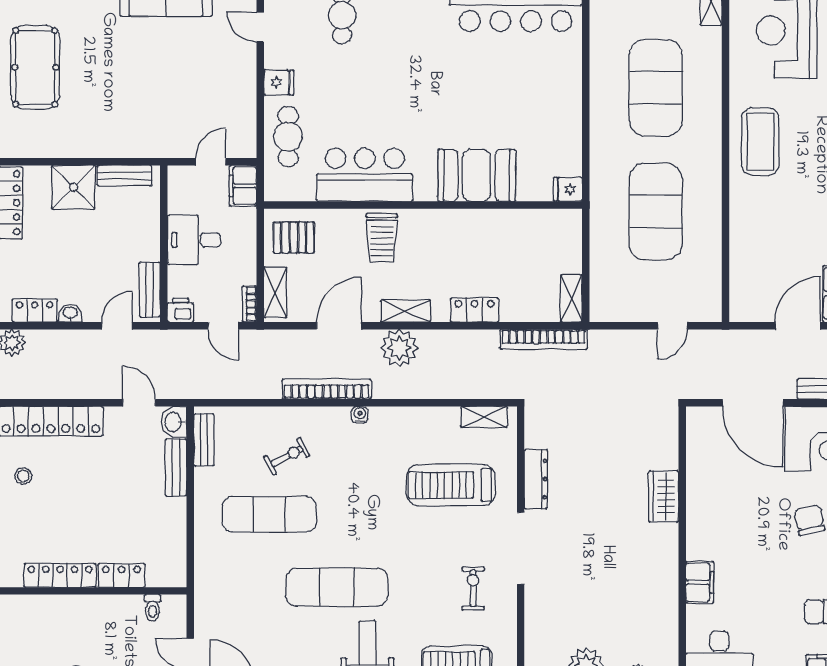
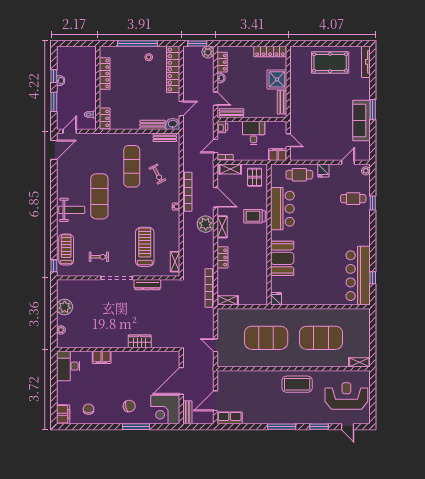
door: (798, 326) -> (215, 401), swing flipped
locker: (122, 575) -> (105, 118), moved

